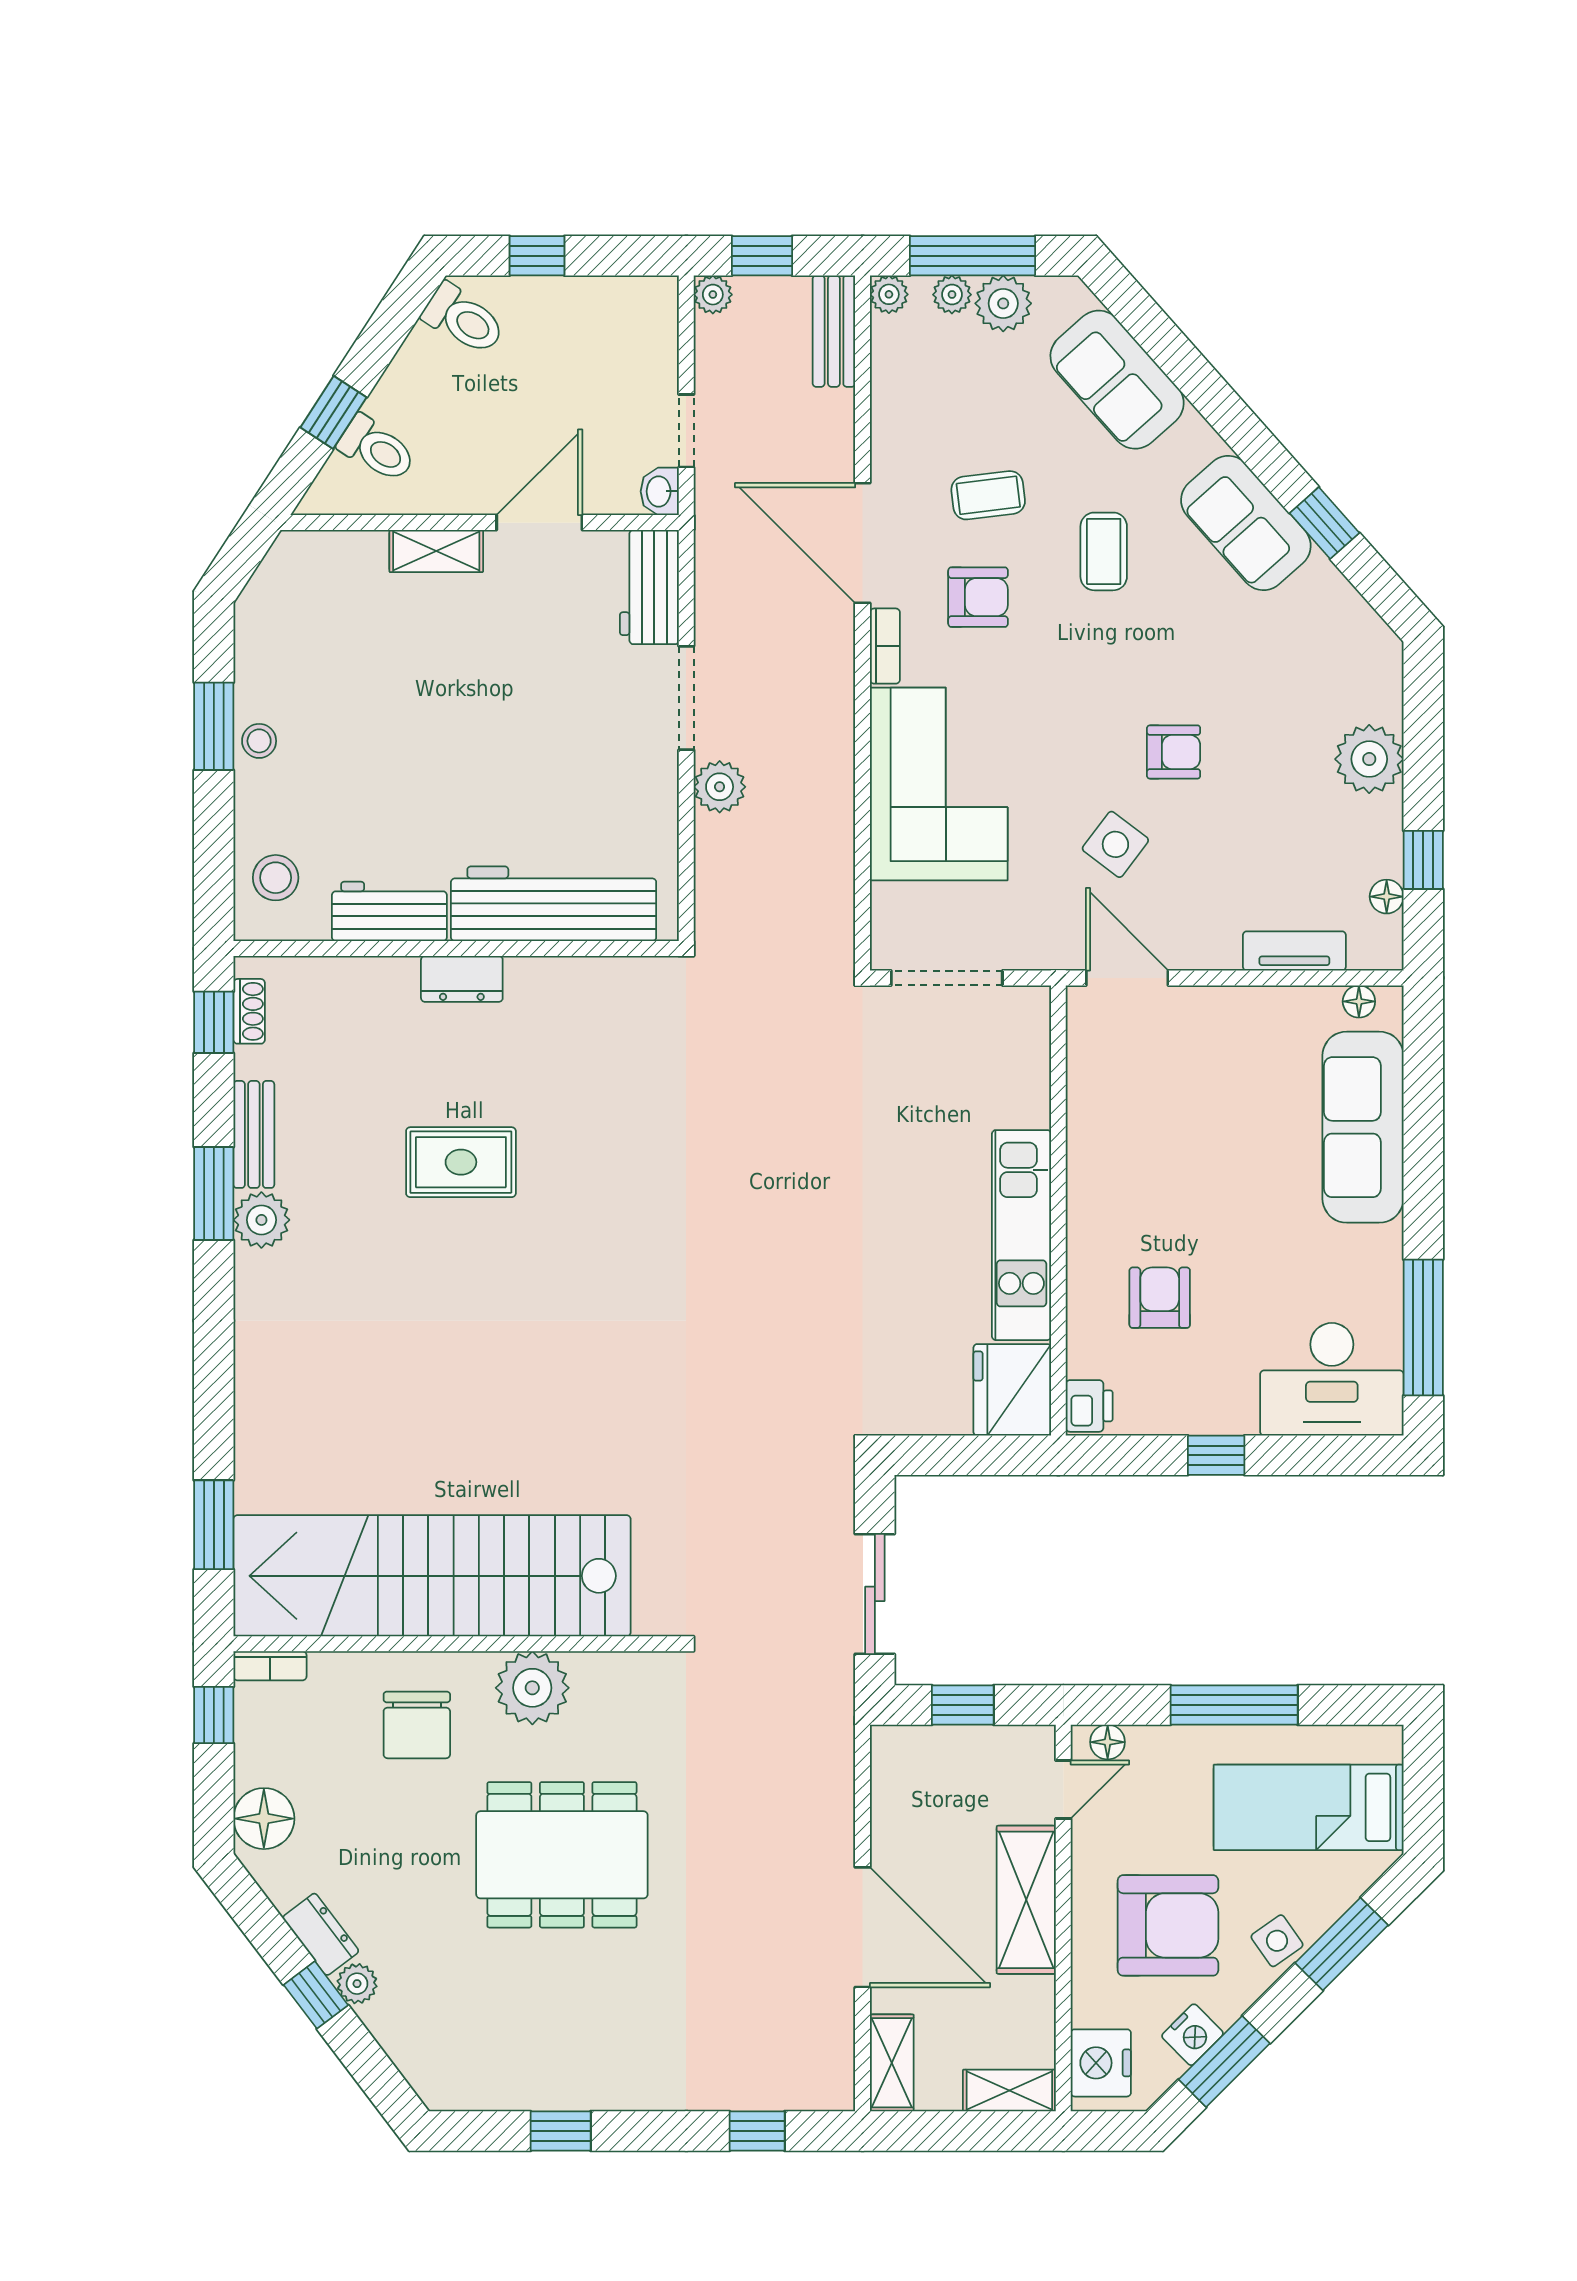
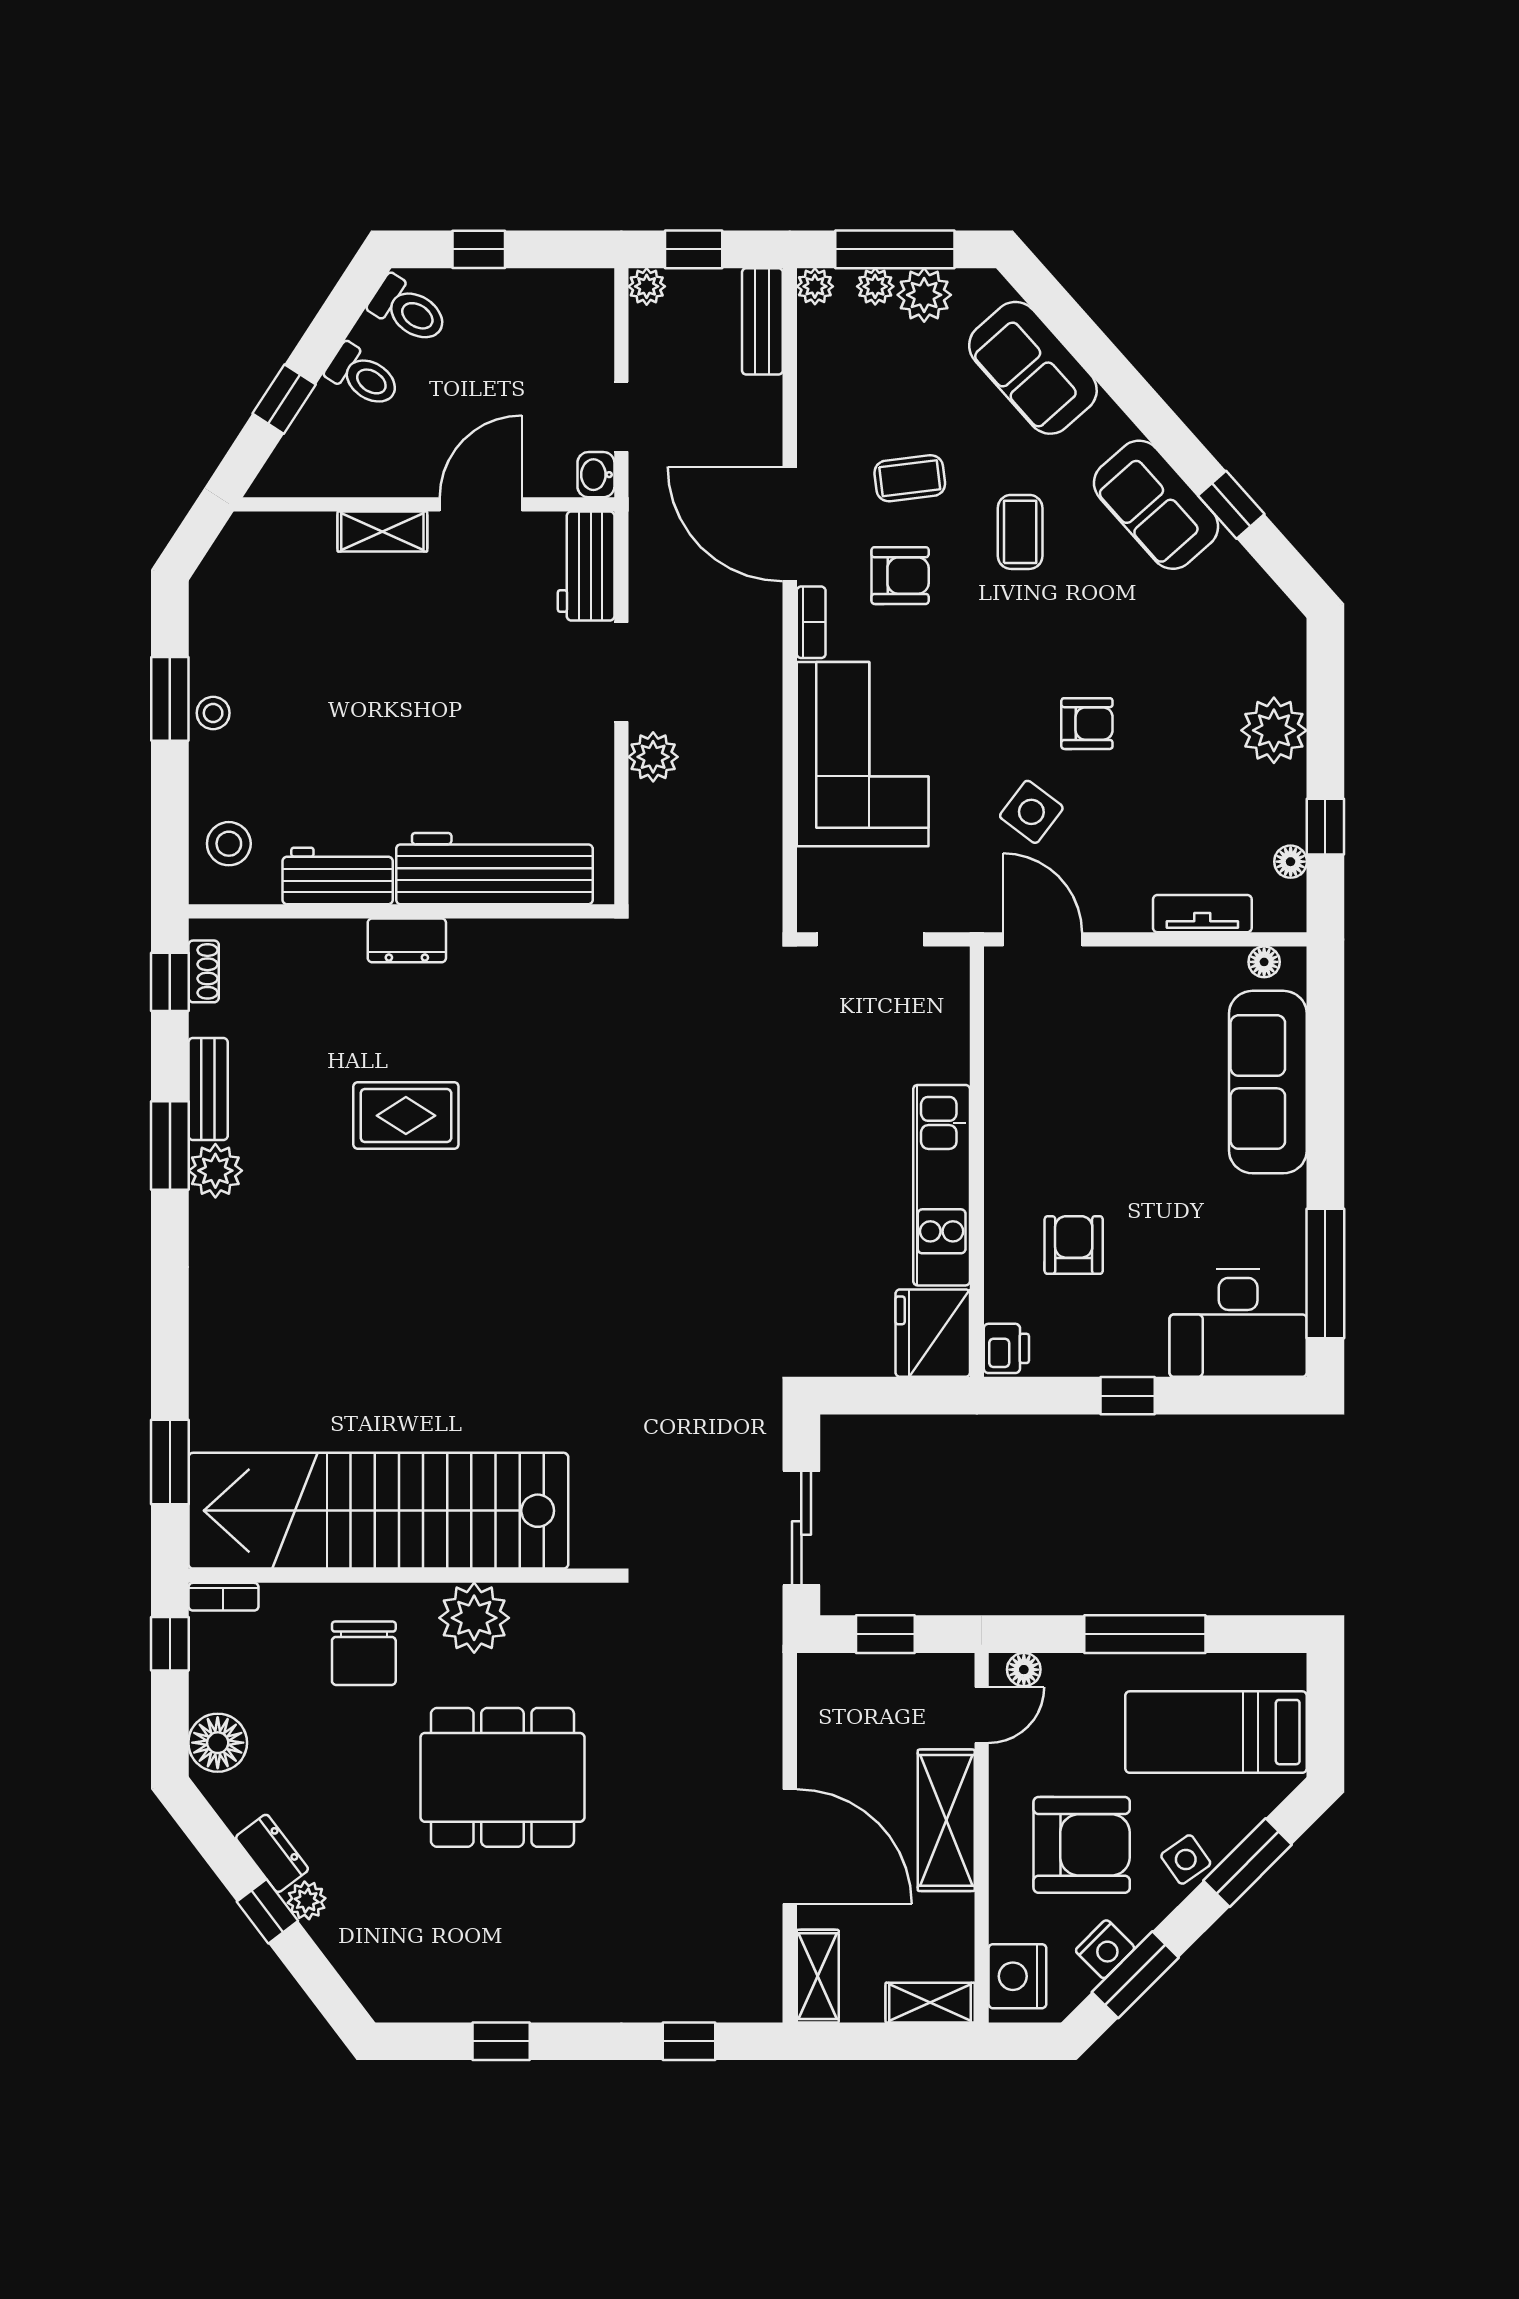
toilet: (377, 449) -> (363, 376), moved

